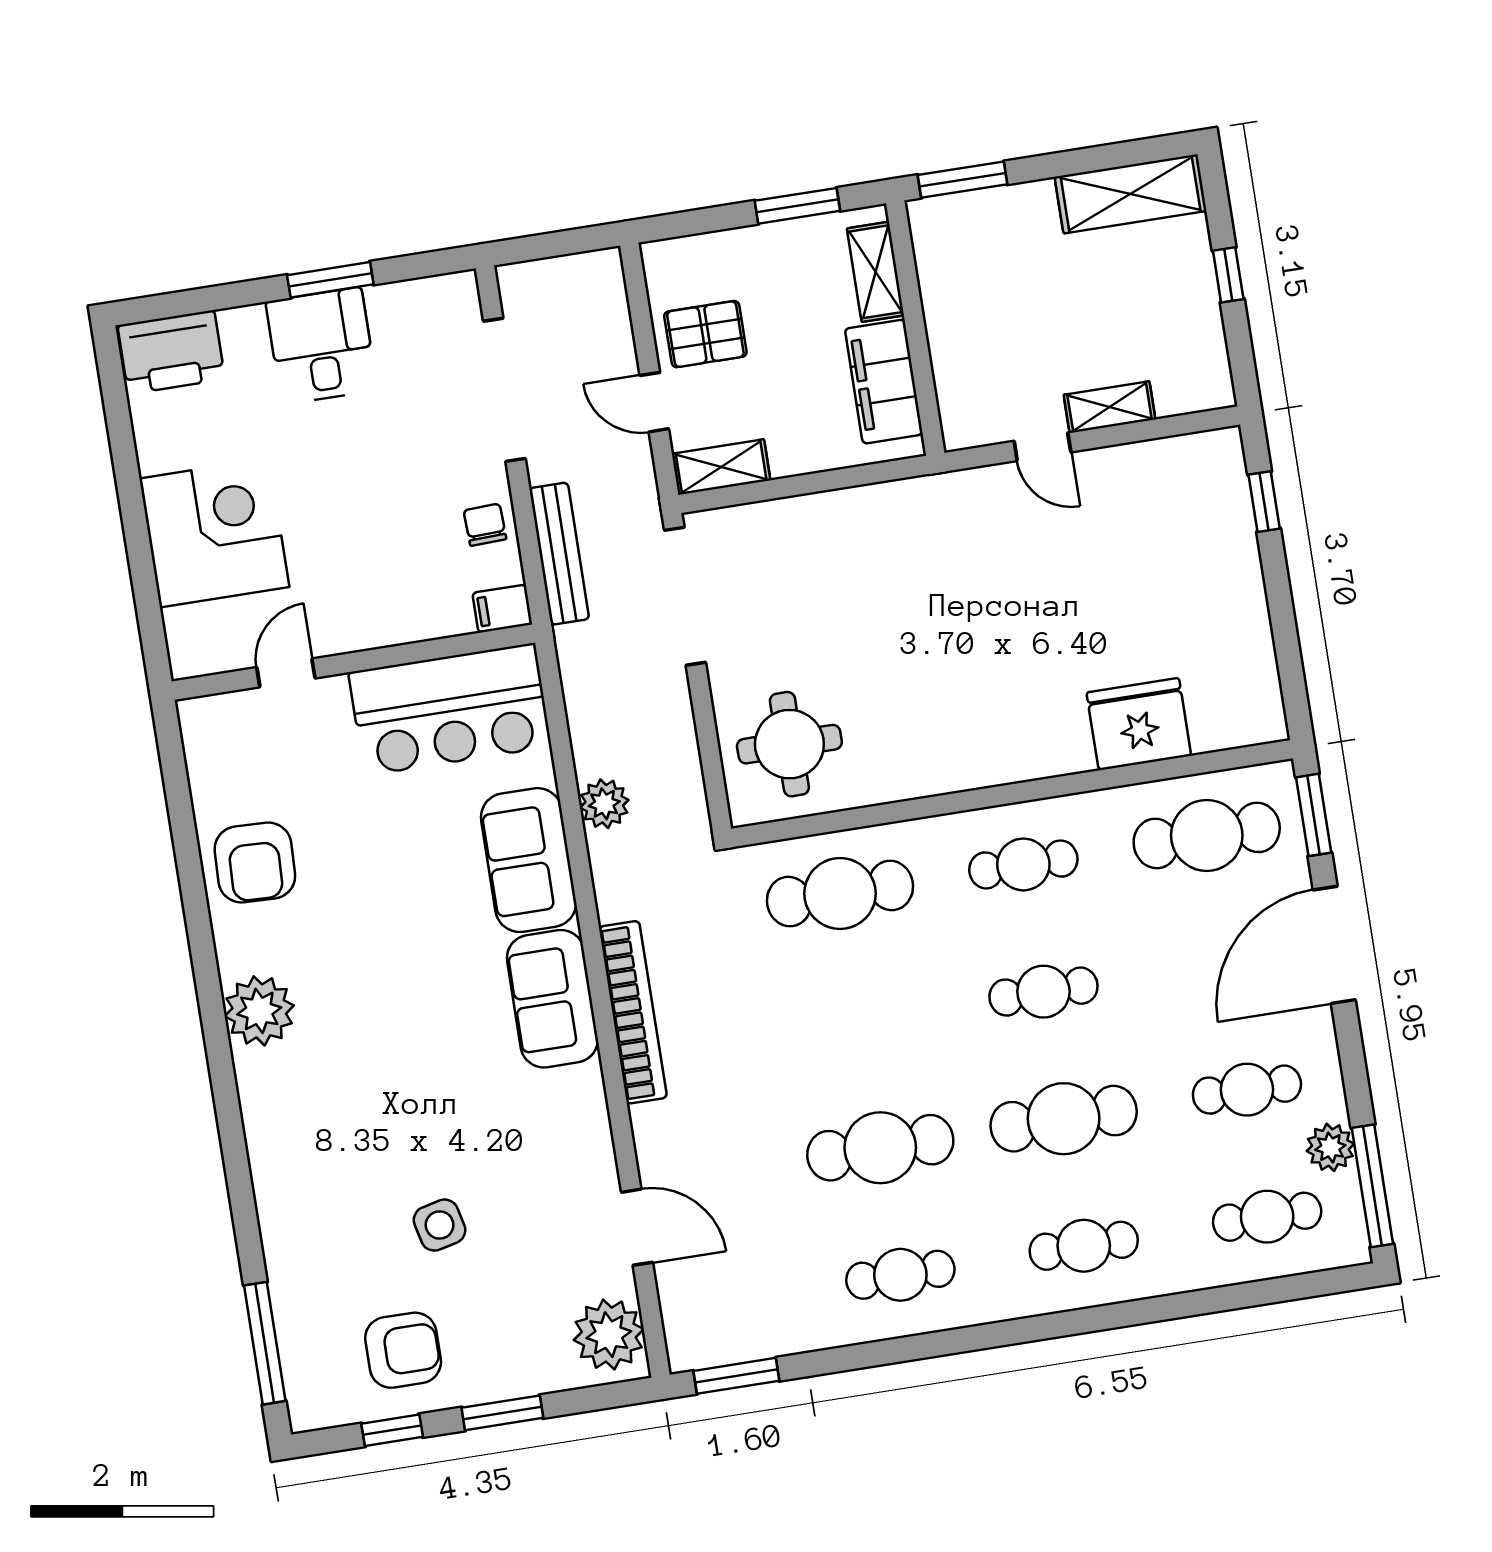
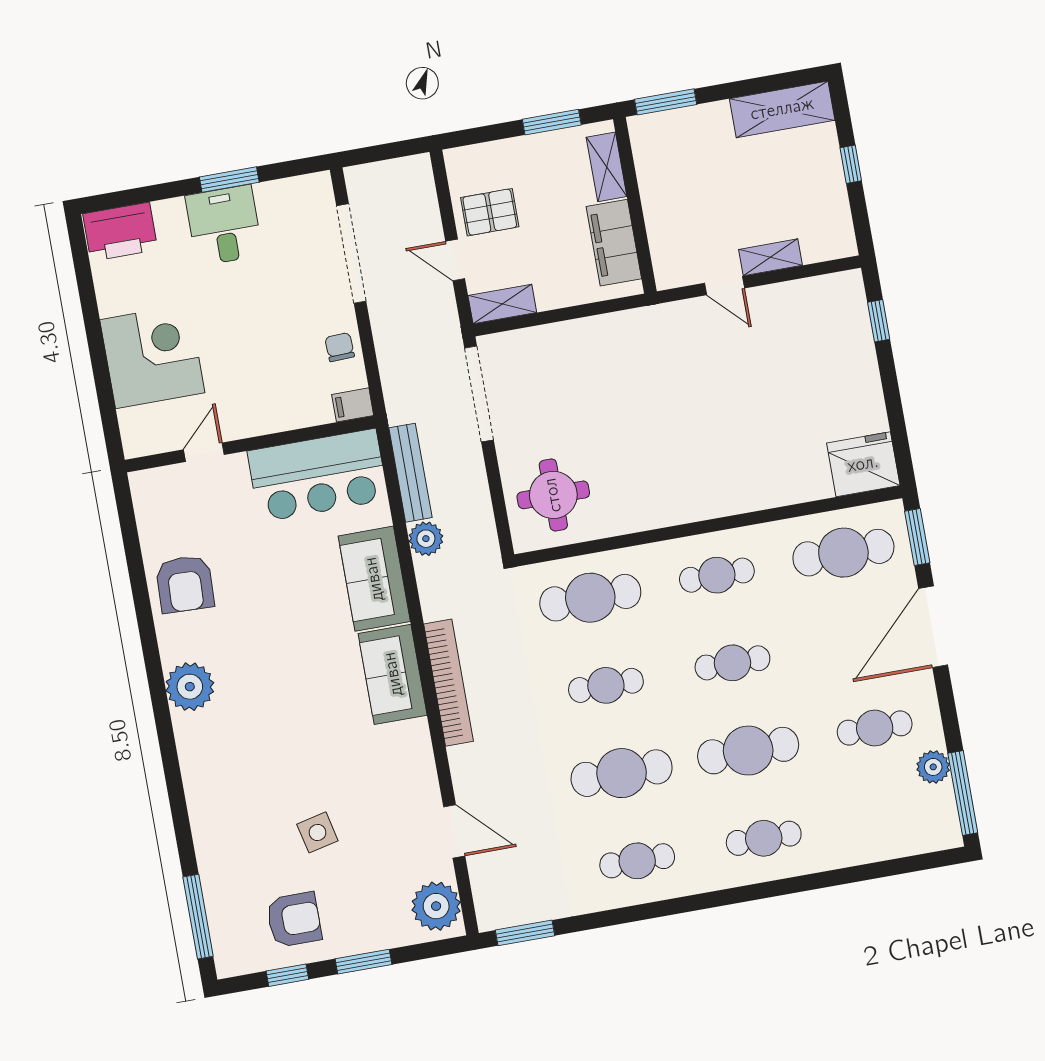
bench: (559, 554) -> (410, 473), moved
fridge: (1139, 724) -> (863, 464), moved
cafe table: (1267, 1217) -> (606, 685), moved

